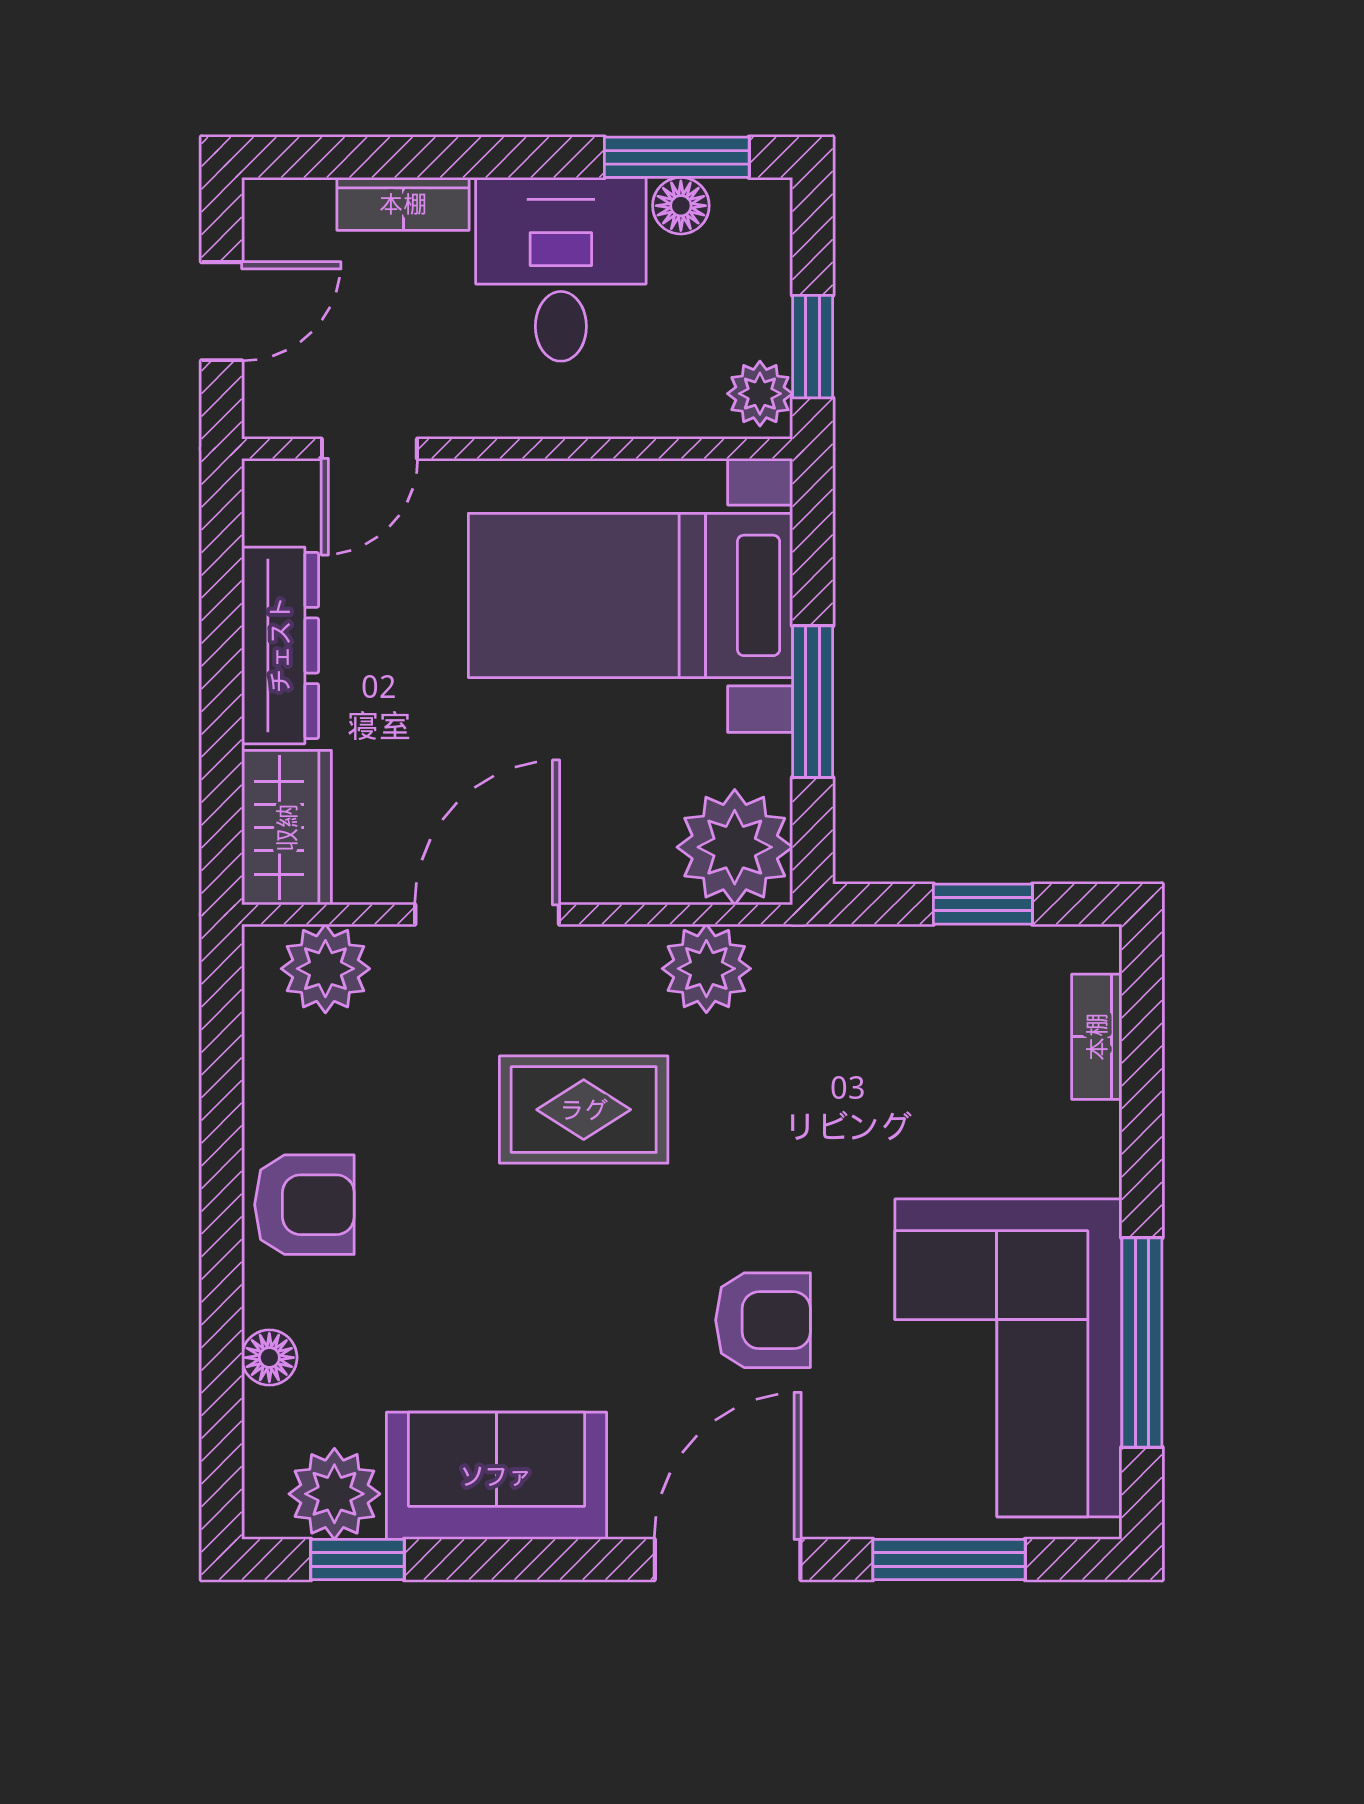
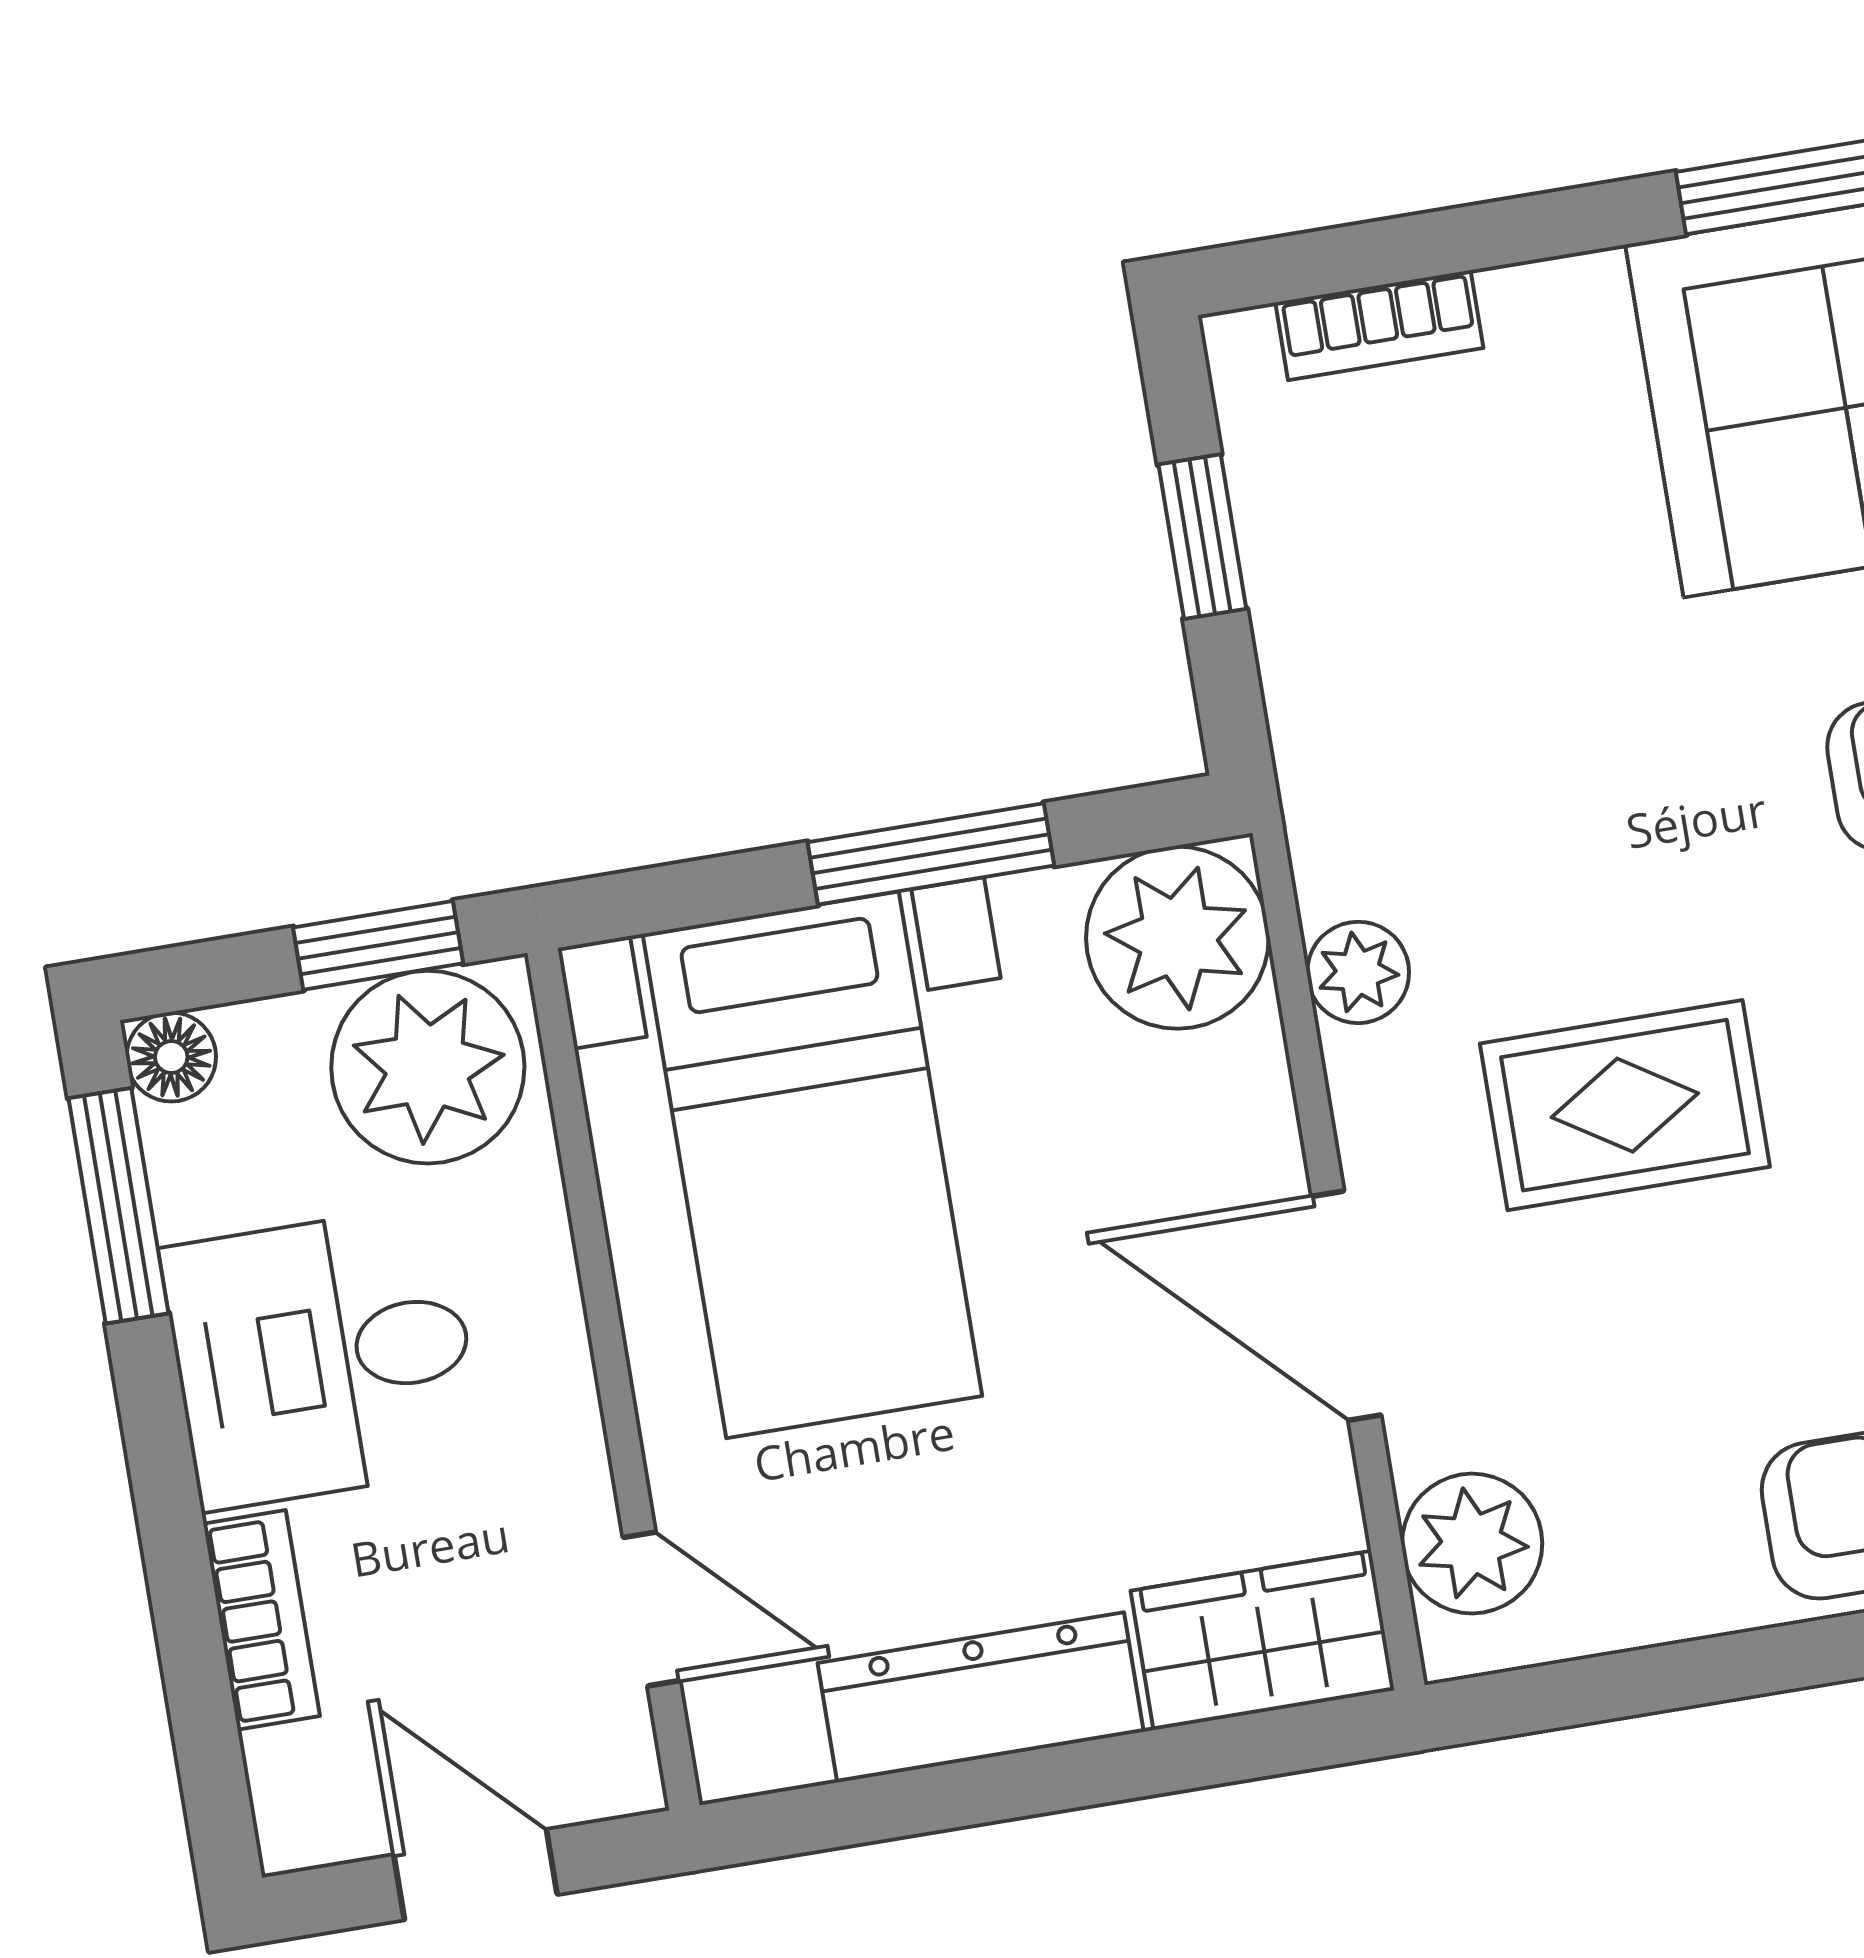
floor lamp: (681, 206) -> (171, 1057), moved
plant: (760, 394) -> (428, 1067), width x1.88, depth x1.88
plant: (706, 969) -> (1358, 972), width x0.73, depth x0.73
rug: (584, 1110) -> (1625, 1105), turned 90

